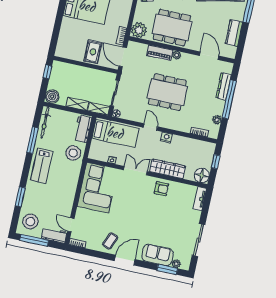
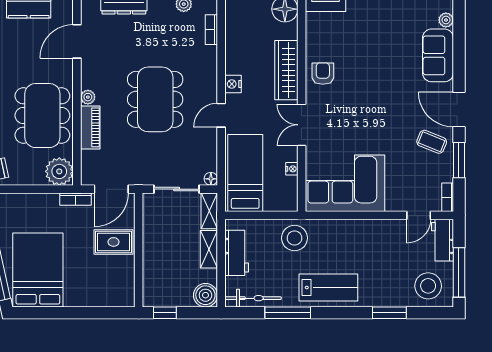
workbench: (83, 129) -> (237, 253), moved, turned -90
window: (167, 269) -> (459, 160), moved

